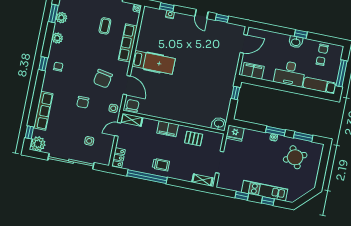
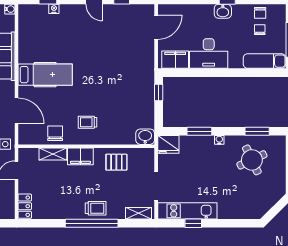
desk: (290, 73) -> (209, 53), moved
trolley: (178, 104) -> (88, 122), added
chair: (132, 106) -> (55, 133), moved
shelving: (132, 120) -> (53, 154), moved
window: (275, 131) -> (199, 131), moved
trolley: (161, 165) -> (96, 208), moved
window: (147, 177) -> (92, 223), moved
kitchen unit: (265, 191) -> (187, 211), moved
window: (268, 201) -> (228, 223), removed

